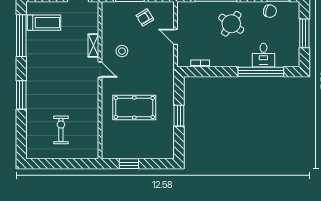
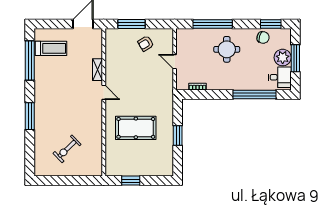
round table: (231, 24) -> (227, 49), turned -34
plant: (291, 32) -> (283, 58), added
stool: (122, 51) -> (124, 75), removed
desk: (263, 55) -> (280, 77), moved, turned -90
exercise bike: (61, 130) -> (67, 149), turned -134

